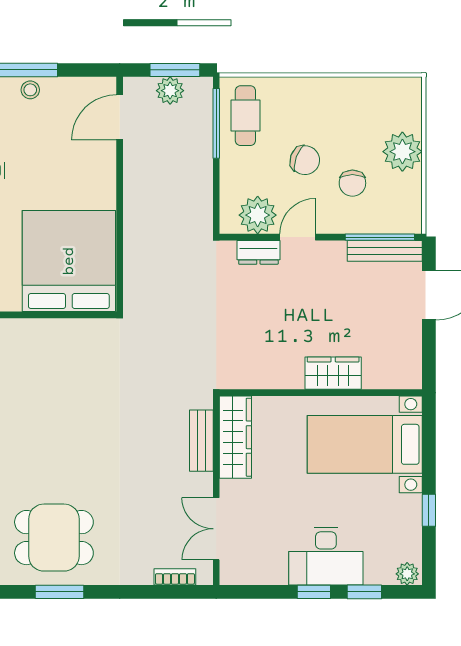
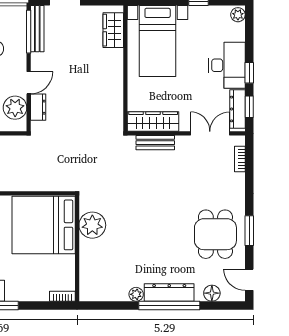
door: (298, 237) -> (29, 83), swing flipped
plant: (69, 339) -> (92, 225), added
wardrobe: (333, 373) -> (113, 30), moved
double door: (216, 529) -> (210, 133), swing flipped
dresser: (255, 573) -> (237, 109), added
window: (364, 592) -> (249, 107), moved

